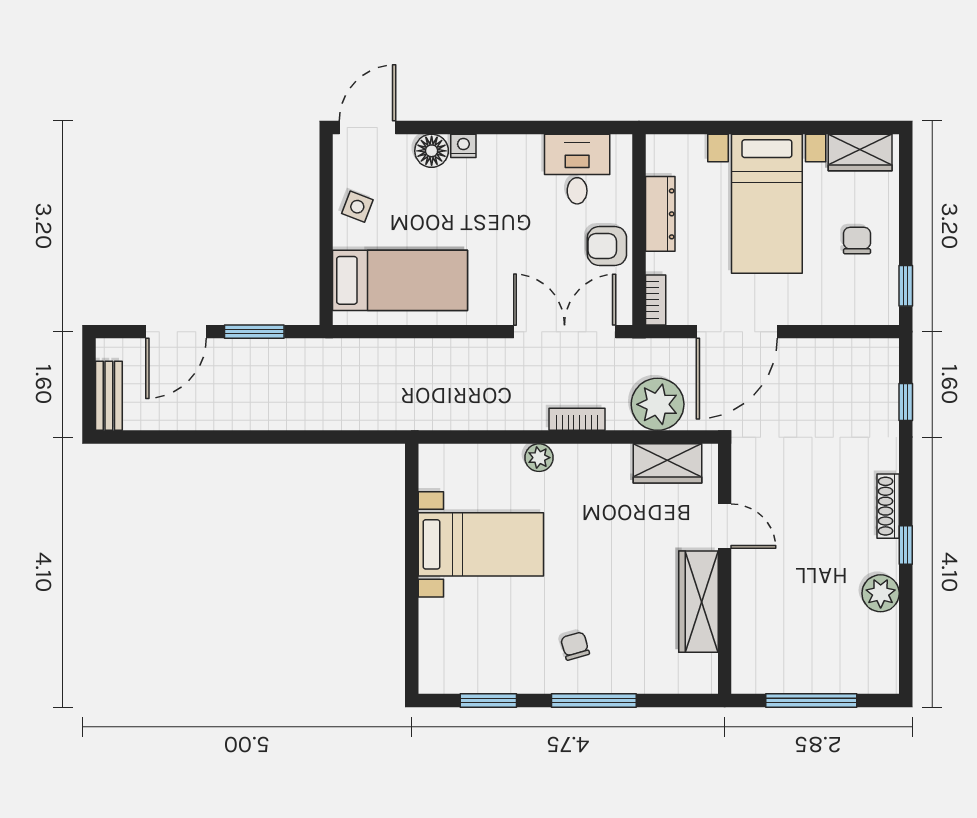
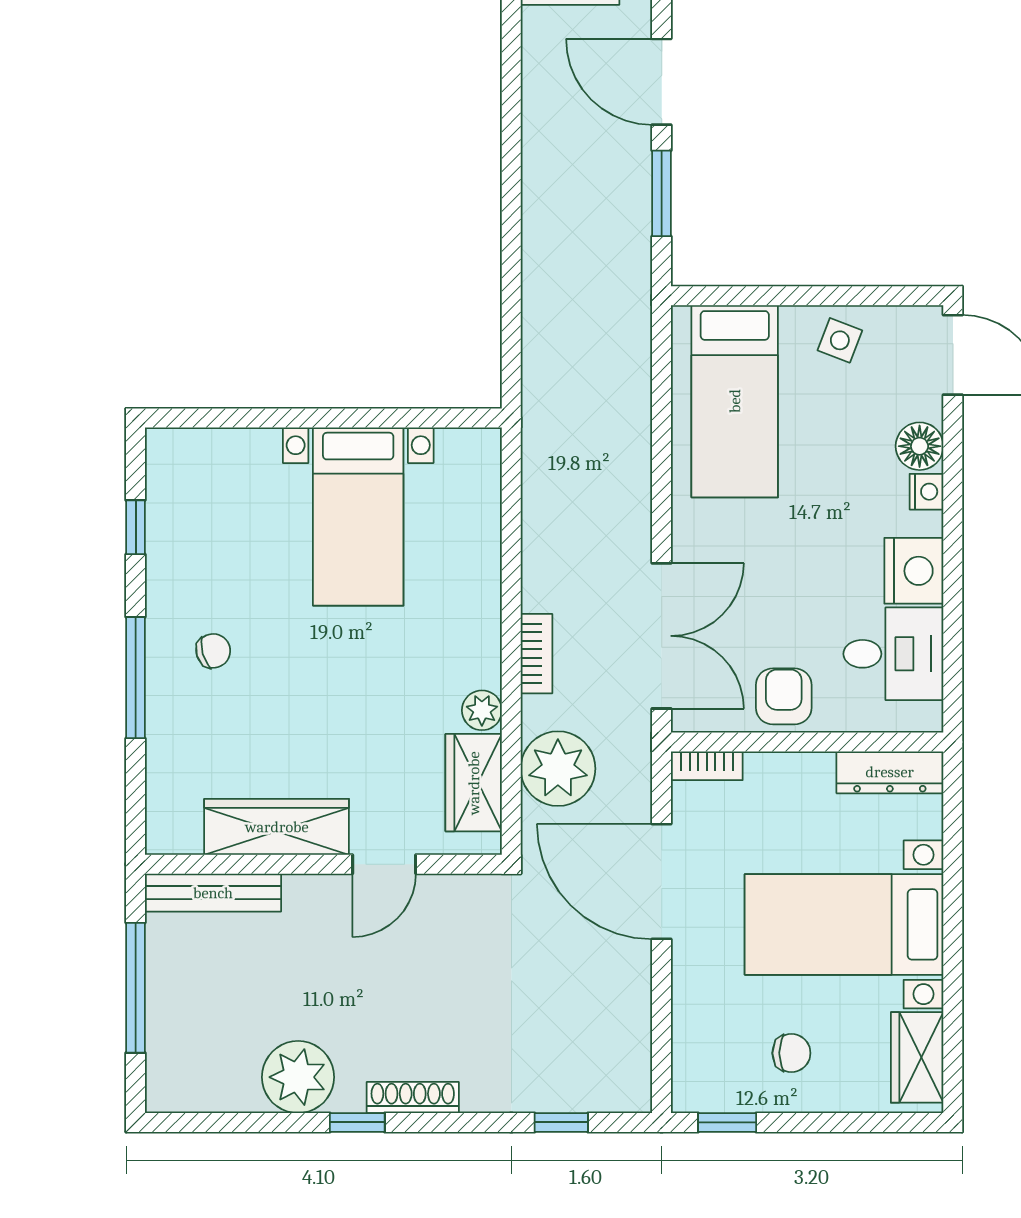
nightstand: (519, 155) -> (914, 571), added
dresser: (660, 214) -> (890, 772), moved
plant: (539, 458) -> (482, 710), moved
plant: (881, 593) -> (298, 1077), width x1.36, depth x1.36
bench: (745, 646) -> (213, 893), added
window: (488, 700) -> (136, 527), width x0.67

